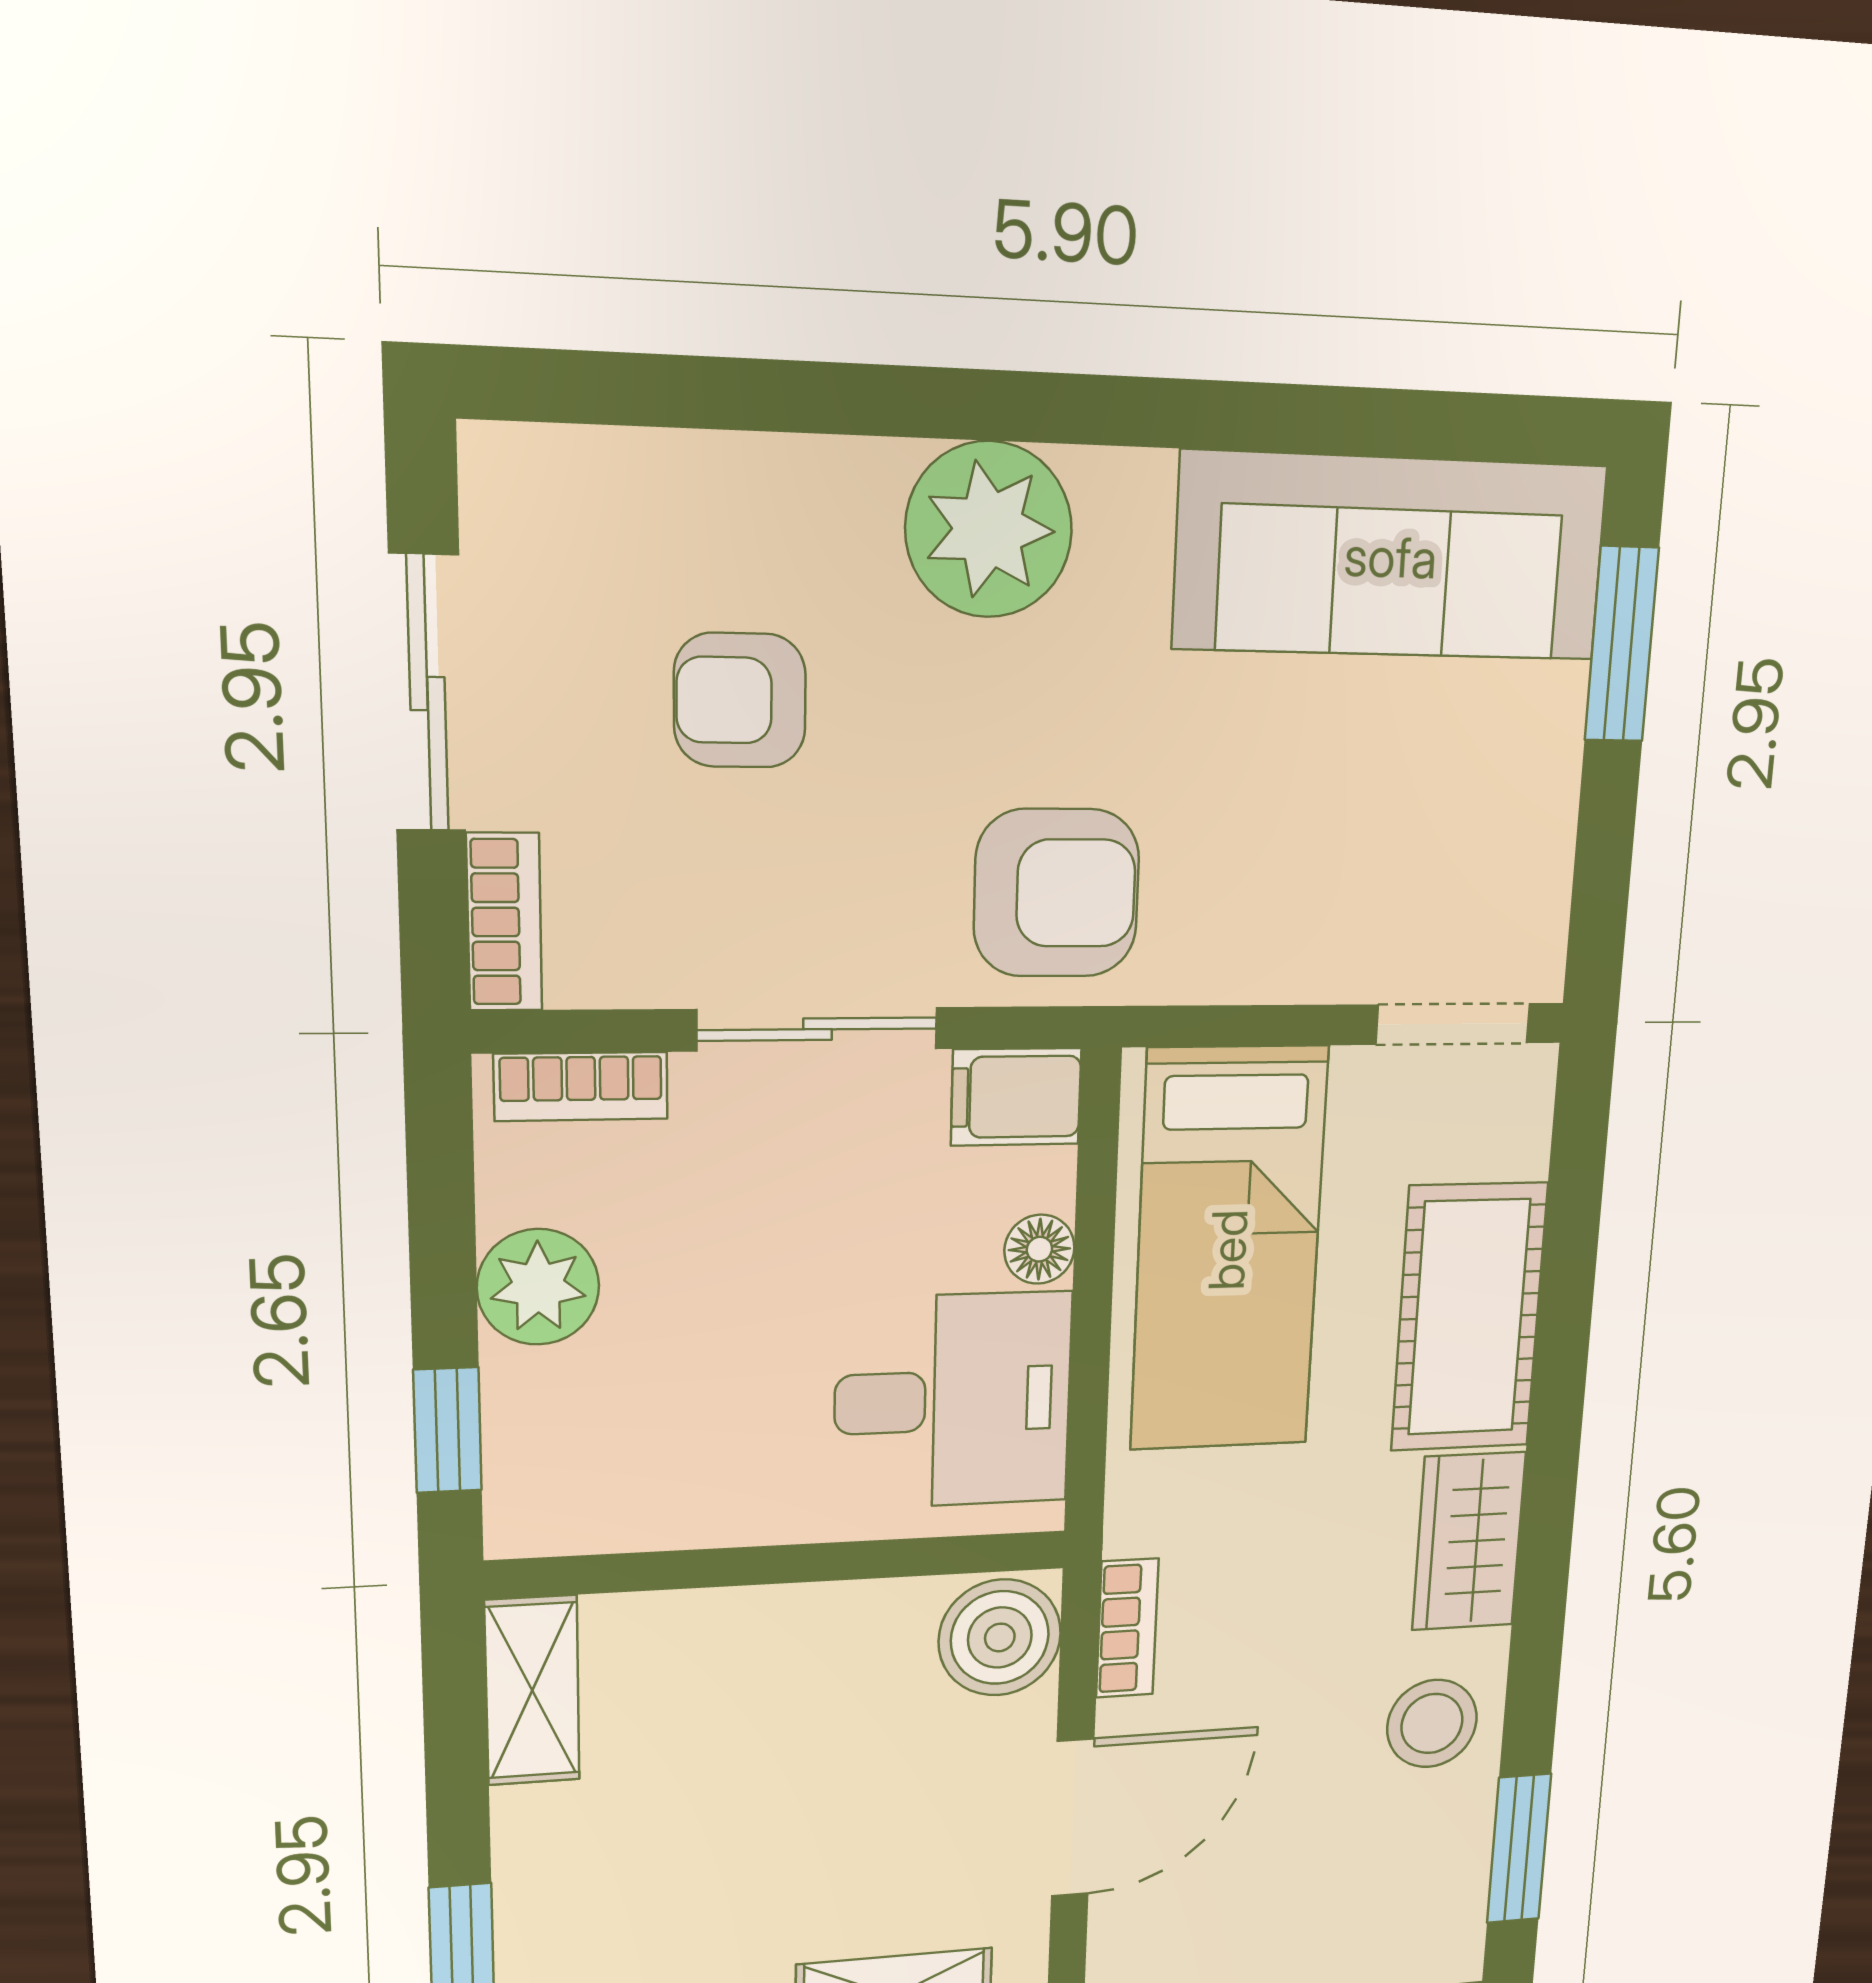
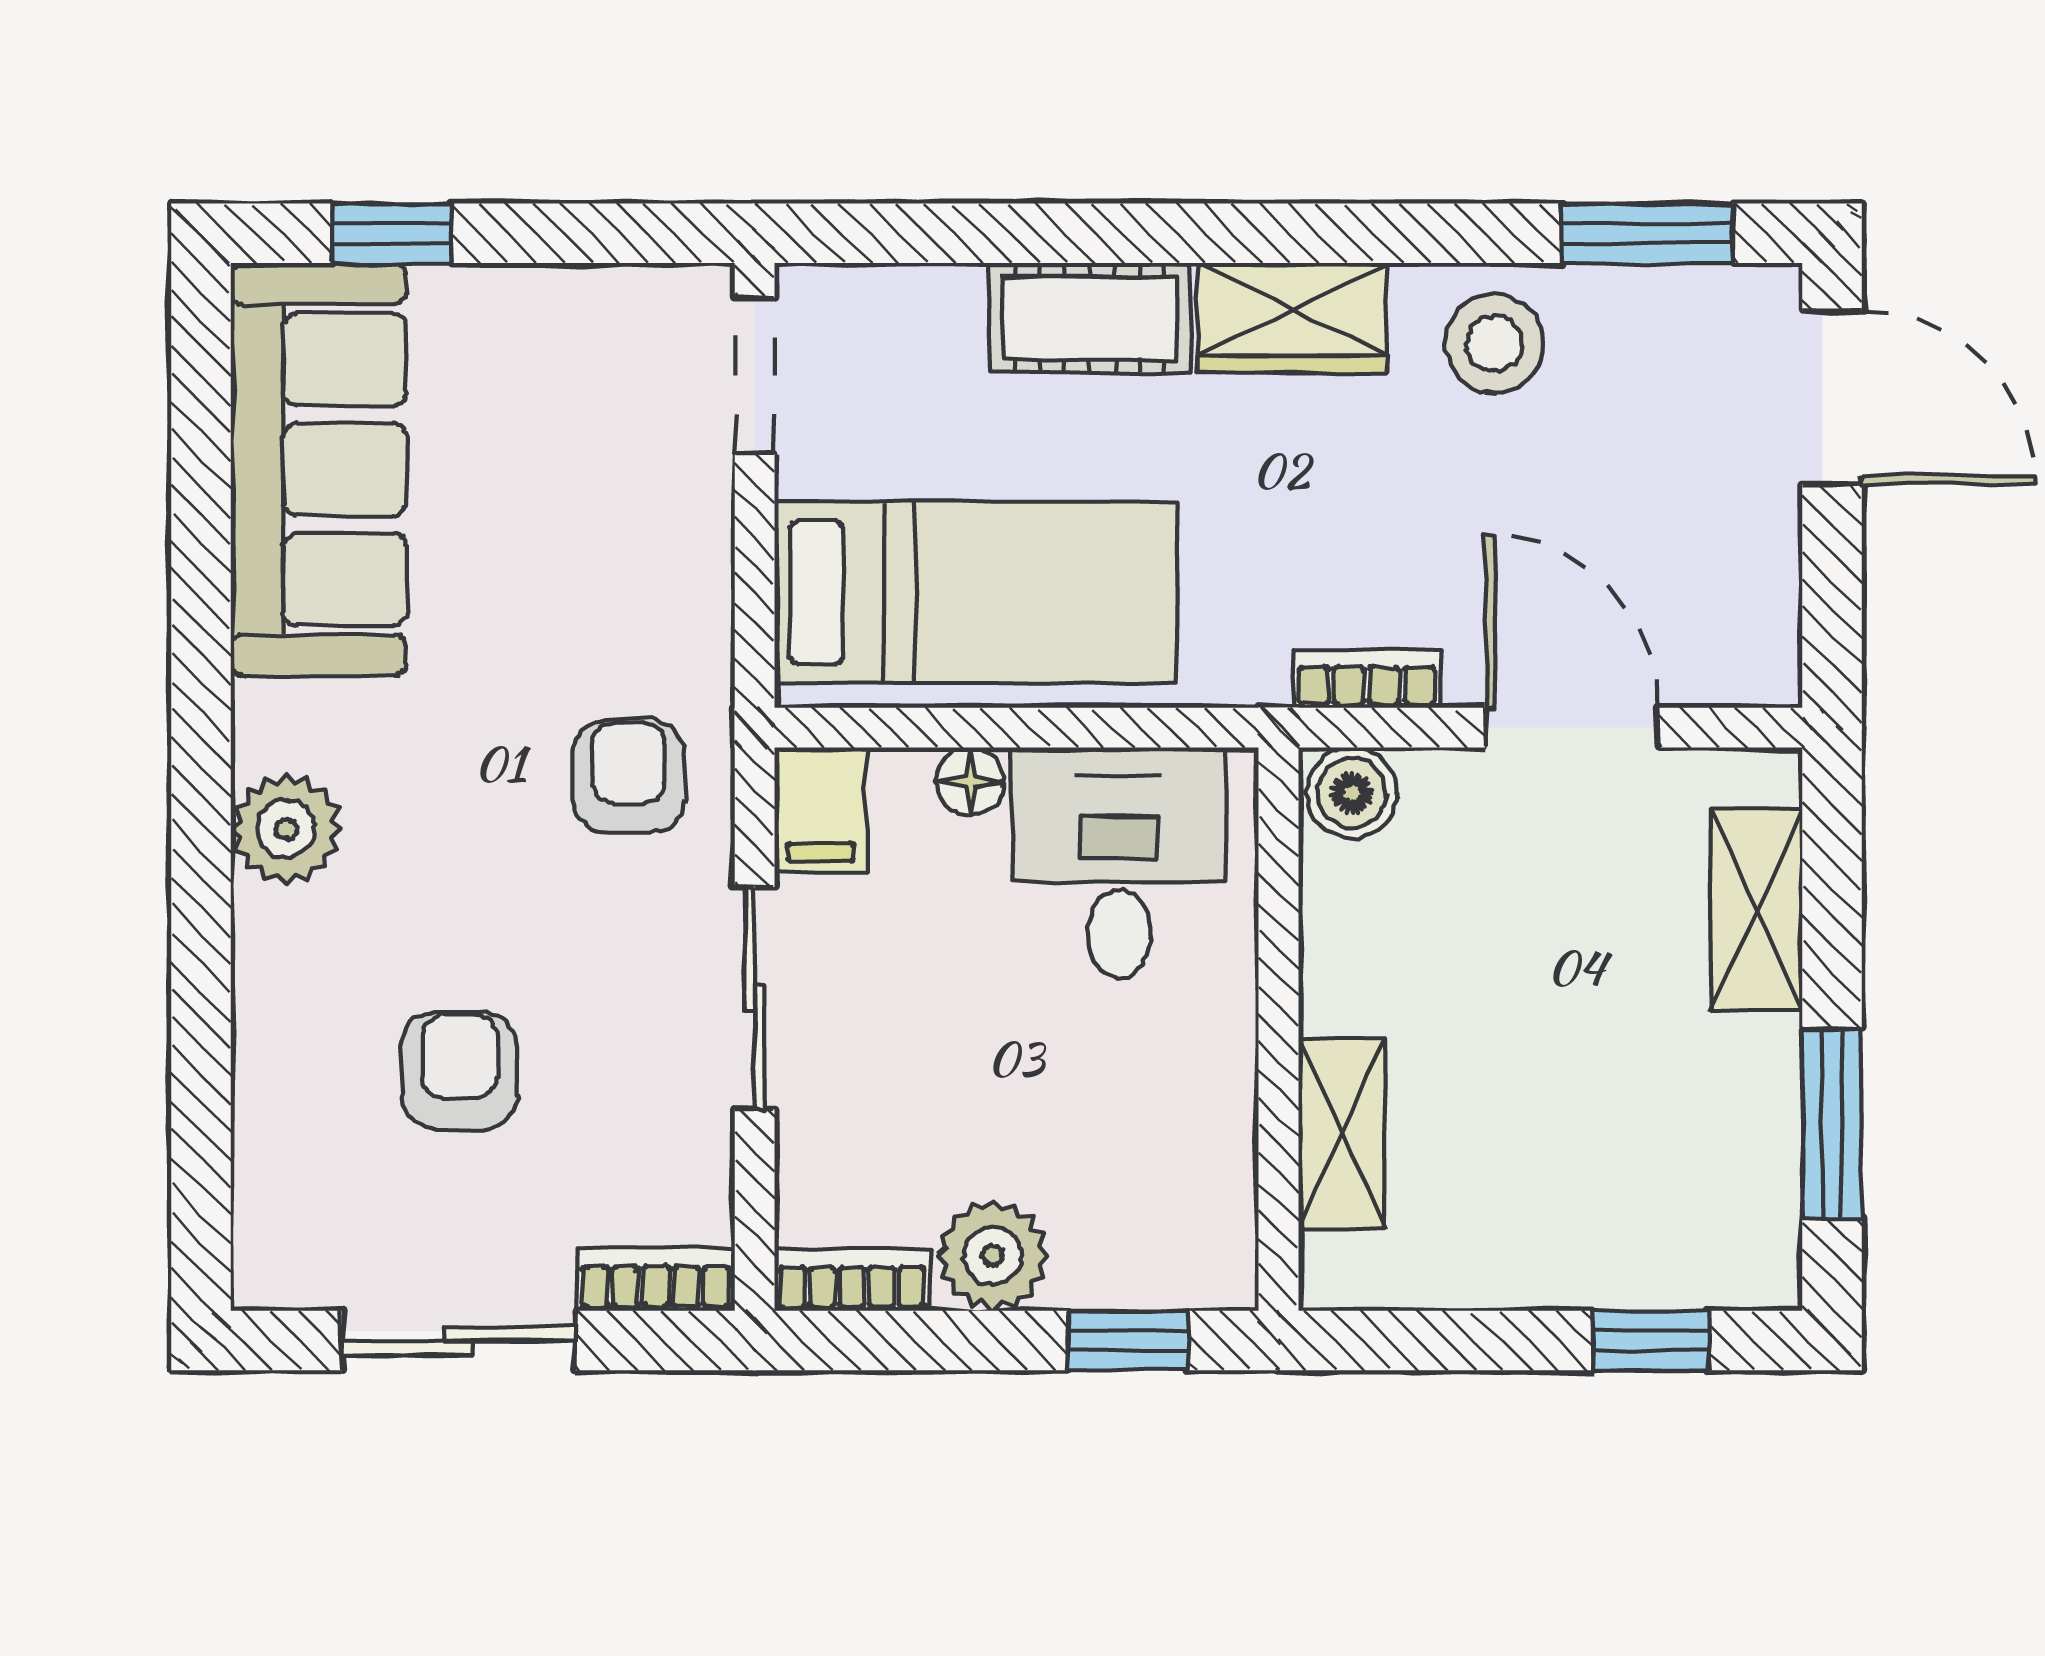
plant: (989, 530) -> (286, 829), width x0.73, depth x0.73
window: (1622, 644) -> (392, 233), width x0.67
armchair: (740, 700) -> (459, 1070), turned 180
armchair: (1056, 893) -> (629, 776), width x0.72, depth x0.72
bookcase: (581, 1087) -> (852, 1280), moved, turned -90
cot: (1469, 1317) -> (1090, 318), width x0.73, depth x0.75
boiler: (1000, 1637) -> (1352, 793), width x0.73, depth x0.73
shelving: (532, 1690) -> (1341, 1134), moved, turned 90

